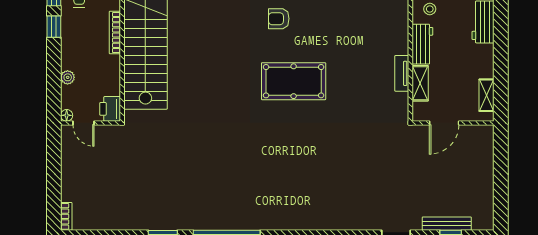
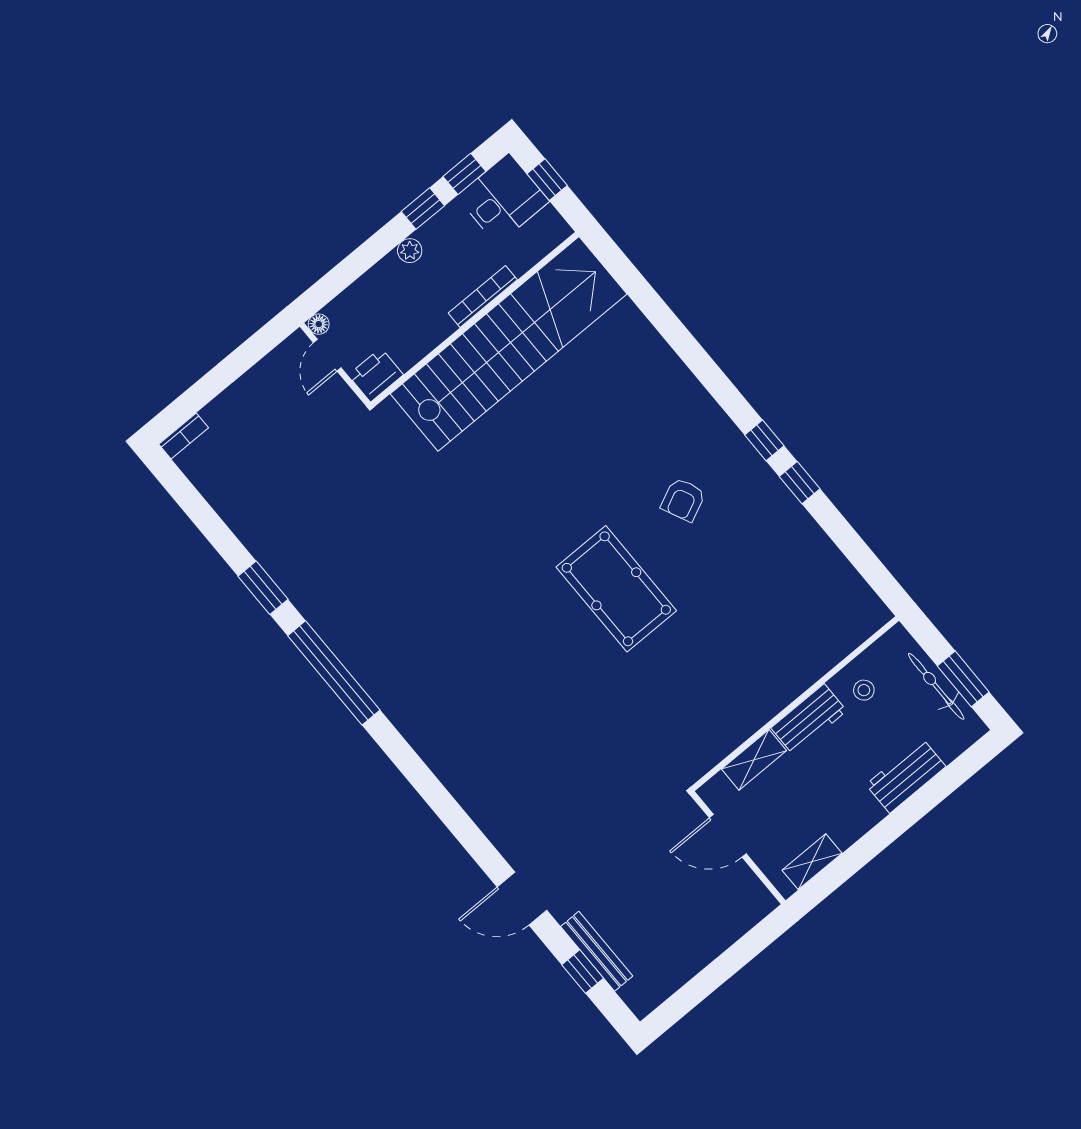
armchair: (279, 19) -> (683, 500), turned -115
tv unit: (402, 73) -> (747, 724), removed
plant: (68, 77) -> (410, 251), moved

